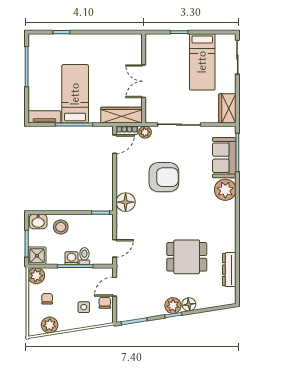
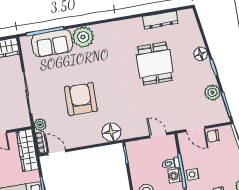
plant: (173, 306) -> (212, 92), moved
side table: (84, 307) -> (192, 174), moved

